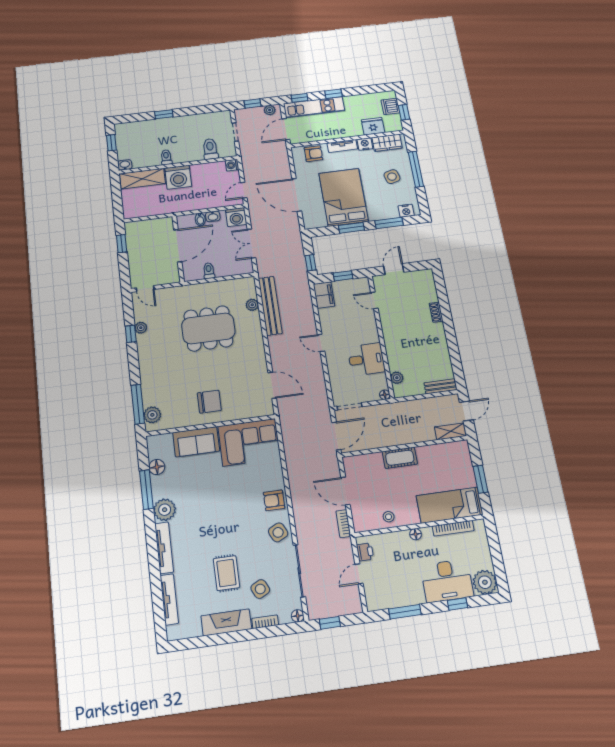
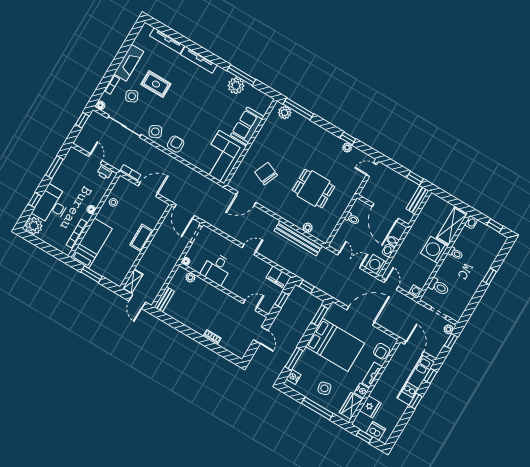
plant: (270, 110) -> (448, 329), moved
bench: (141, 226) -> (417, 200), added
window: (351, 228) -> (320, 316), moved
dining table: (208, 328) -> (314, 188), width x0.73
chair: (209, 402) -> (266, 174), moved, turned 113
floor lamp: (157, 467) -> (250, 91), removed
plant: (165, 510) -> (236, 86), moved

